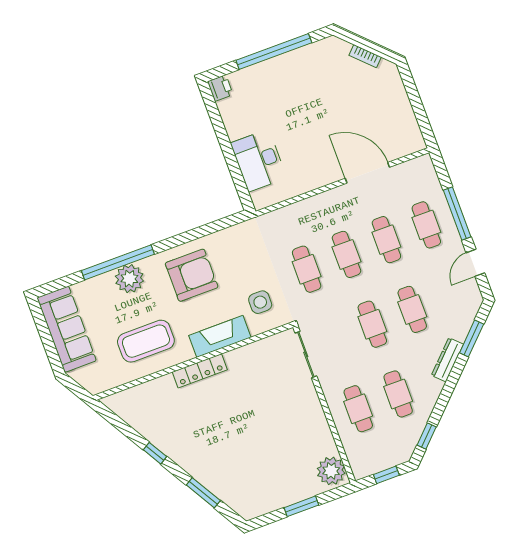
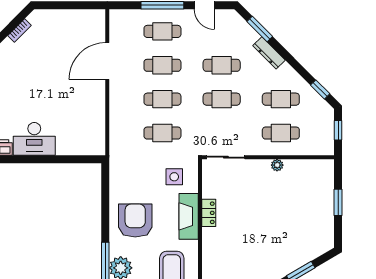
desk: (259, 160) -> (34, 139), moved
locker: (200, 371) -> (209, 213), moved, width x0.66
plant: (331, 471) -> (277, 165), moved, width x0.53, depth x0.53

